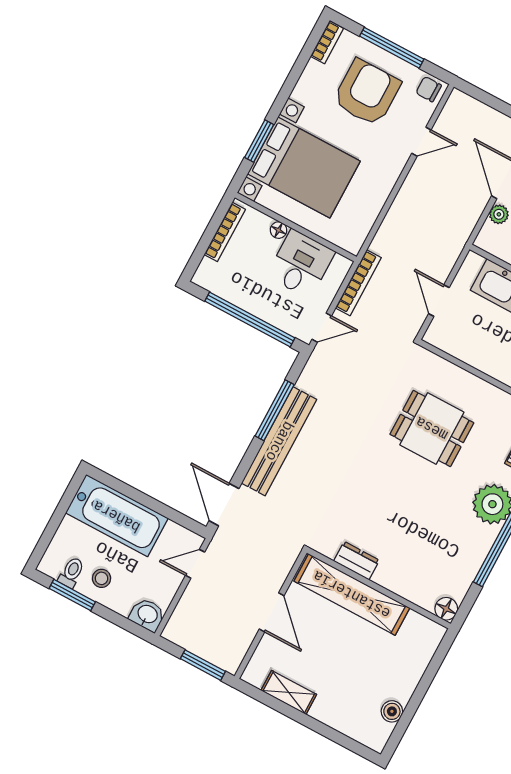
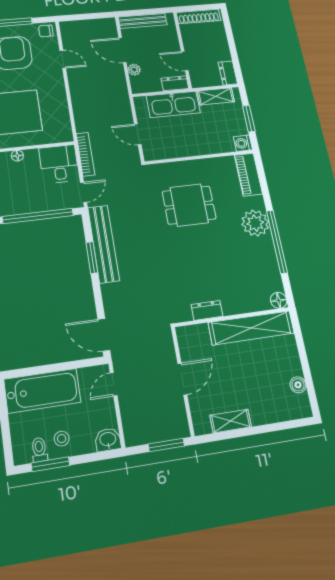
door: (421, 142) -> (63, 59), hinge flipped
desk: (301, 264) -> (59, 164), moved
window: (275, 410) -> (92, 258), width x0.69
bench: (279, 441) -> (103, 244), moved
shelving: (352, 594) -> (251, 328), moved
door: (272, 612) -> (182, 379), hinge flipped

